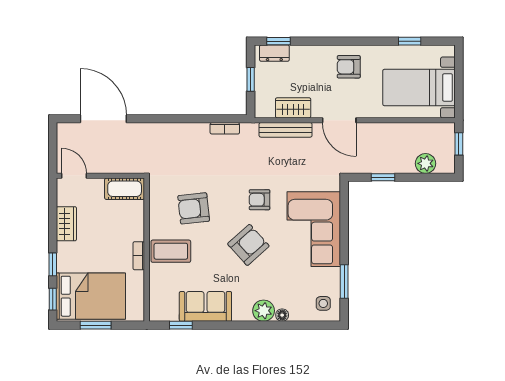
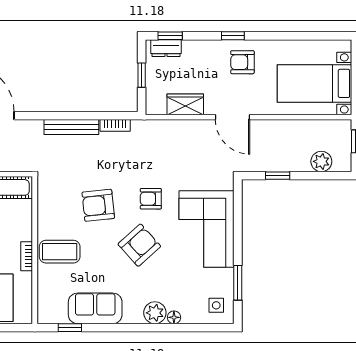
window: (410, 41) -> (233, 36), moved
bench: (286, 130) -> (71, 127), moved
armchair: (194, 208) -> (98, 205), moved

